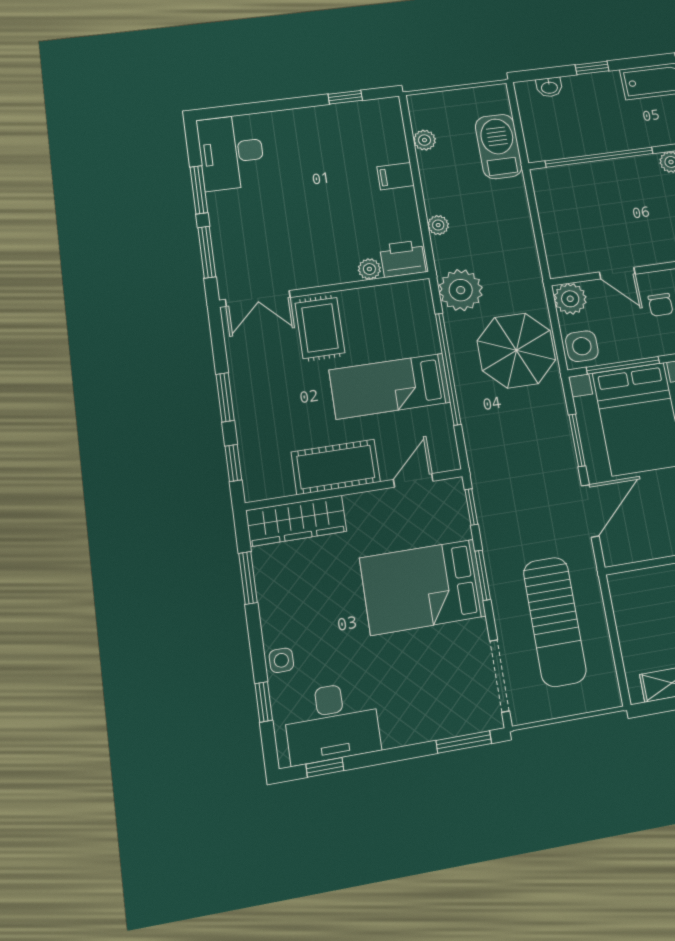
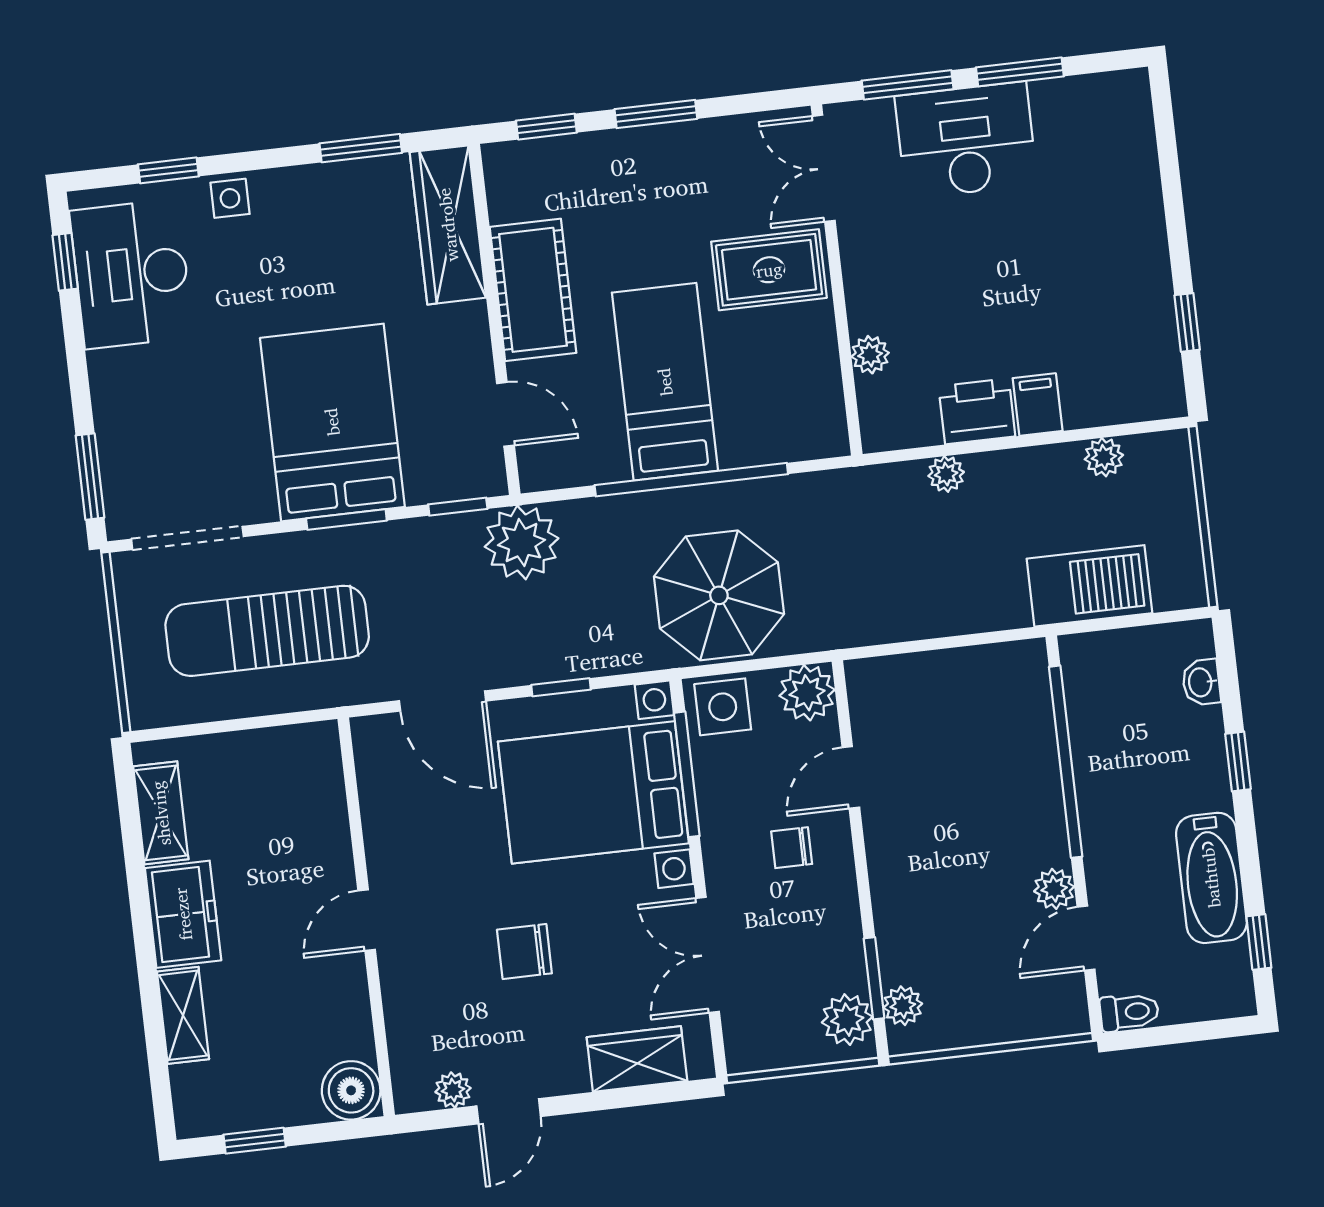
desk: (231, 152) -> (966, 140), moved
printer: (403, 259) -> (977, 411), moved, turned -90
plant: (461, 290) -> (522, 543), moved
window: (577, 440) -> (561, 687), width x0.67

